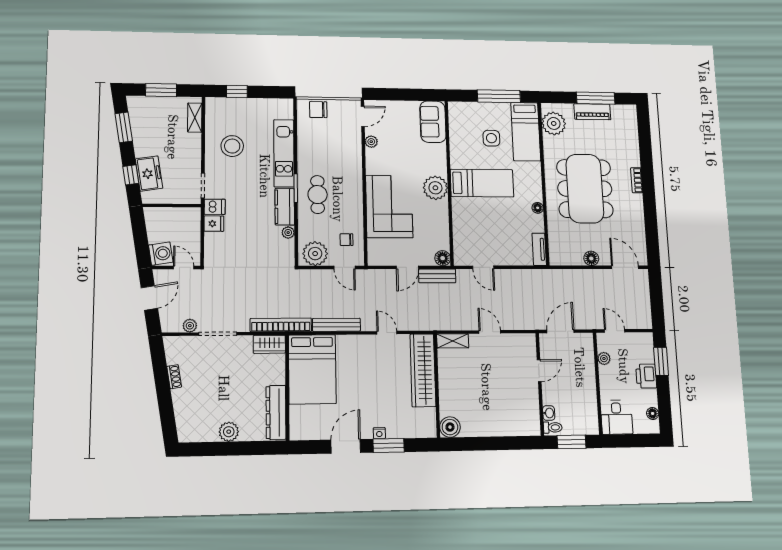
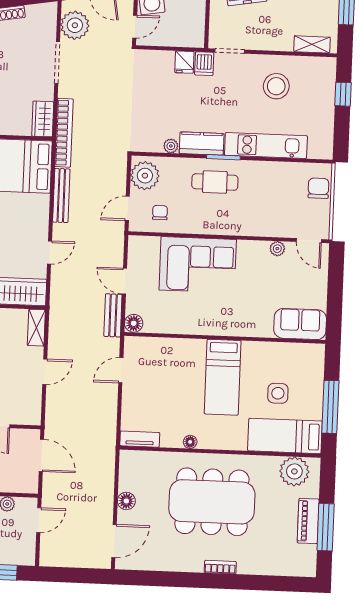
plant: (435, 188) -> (219, 321), removed
plant: (190, 326) -> (75, 25), width x1.87, depth x1.87

